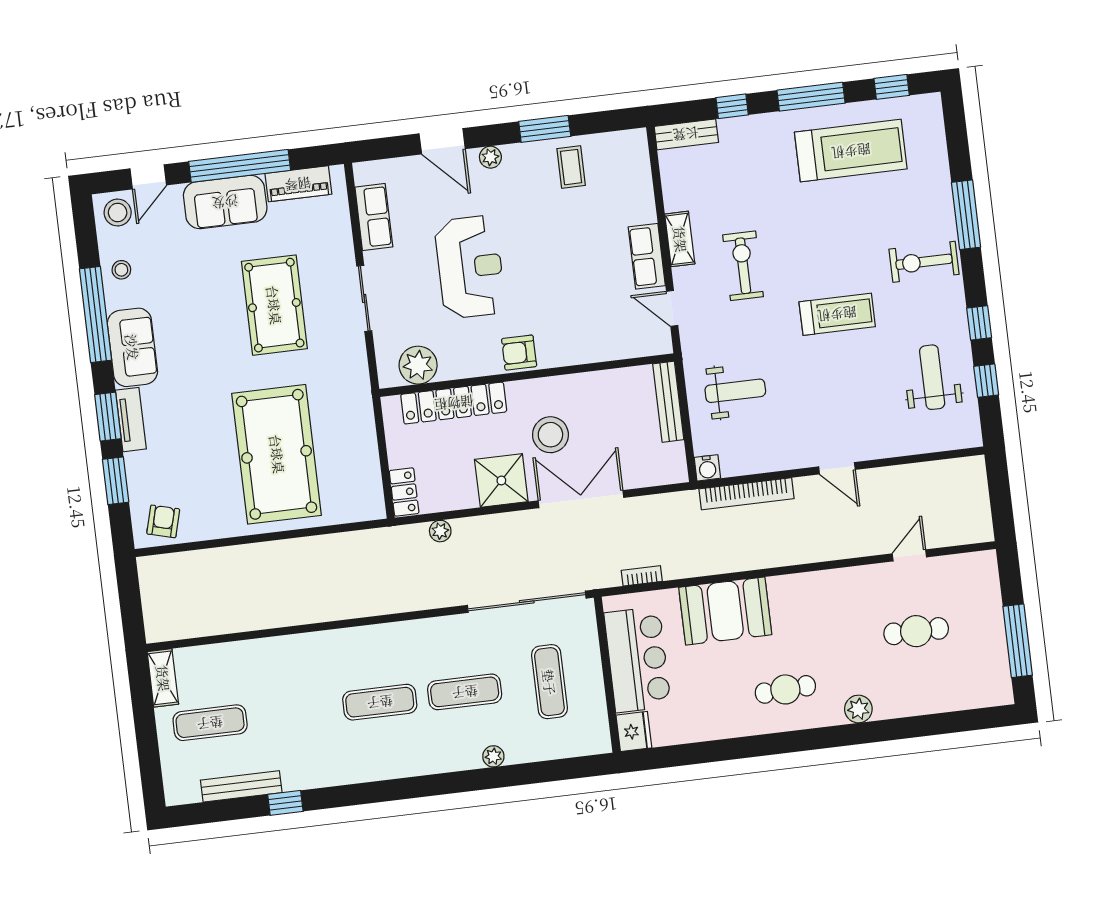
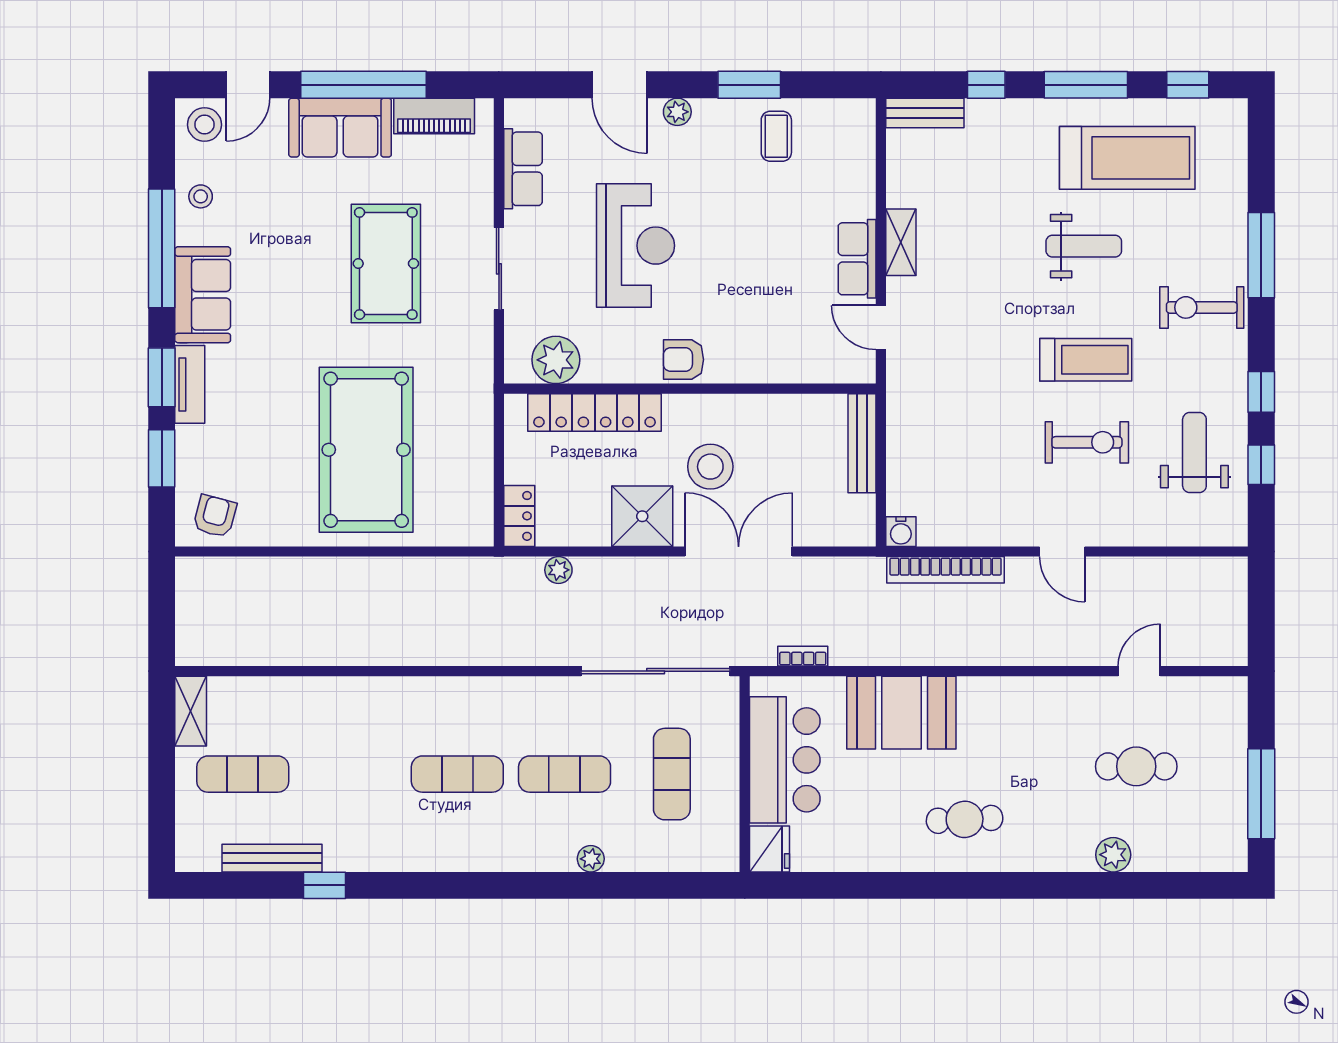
exercise bike: (743, 266) -> (1087, 442), moved, turned 90
weight bench: (735, 391) -> (1084, 246), moved
plant: (858, 709) -> (1113, 855), moved

